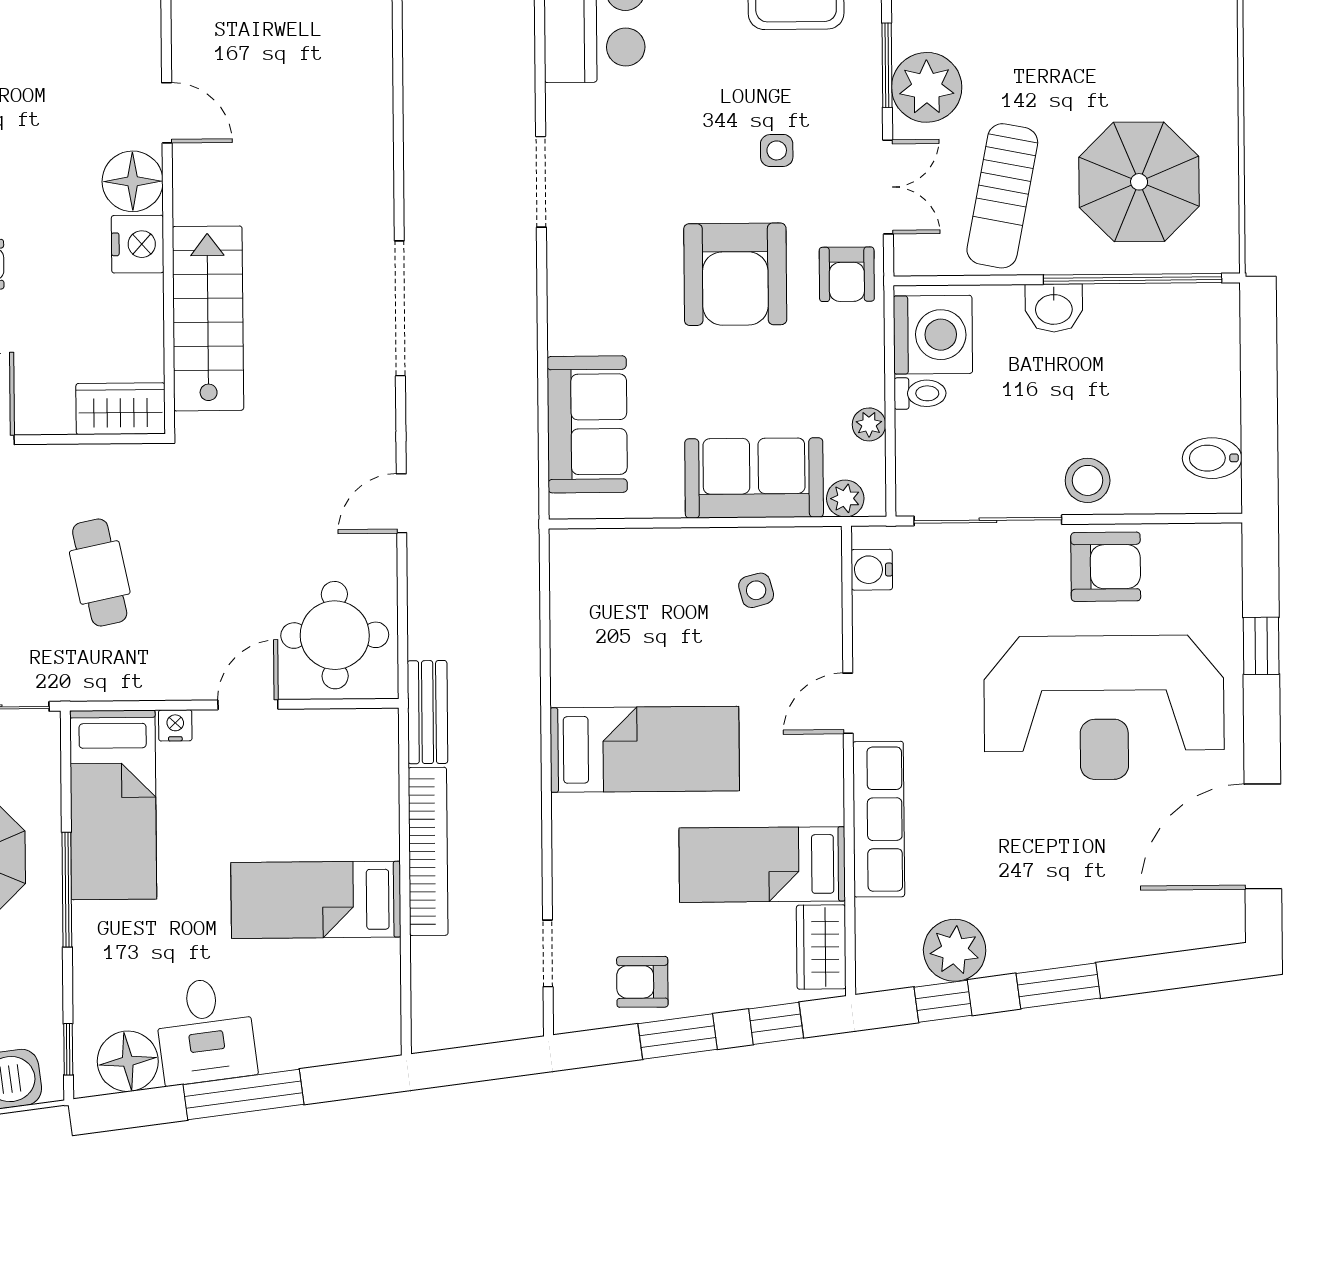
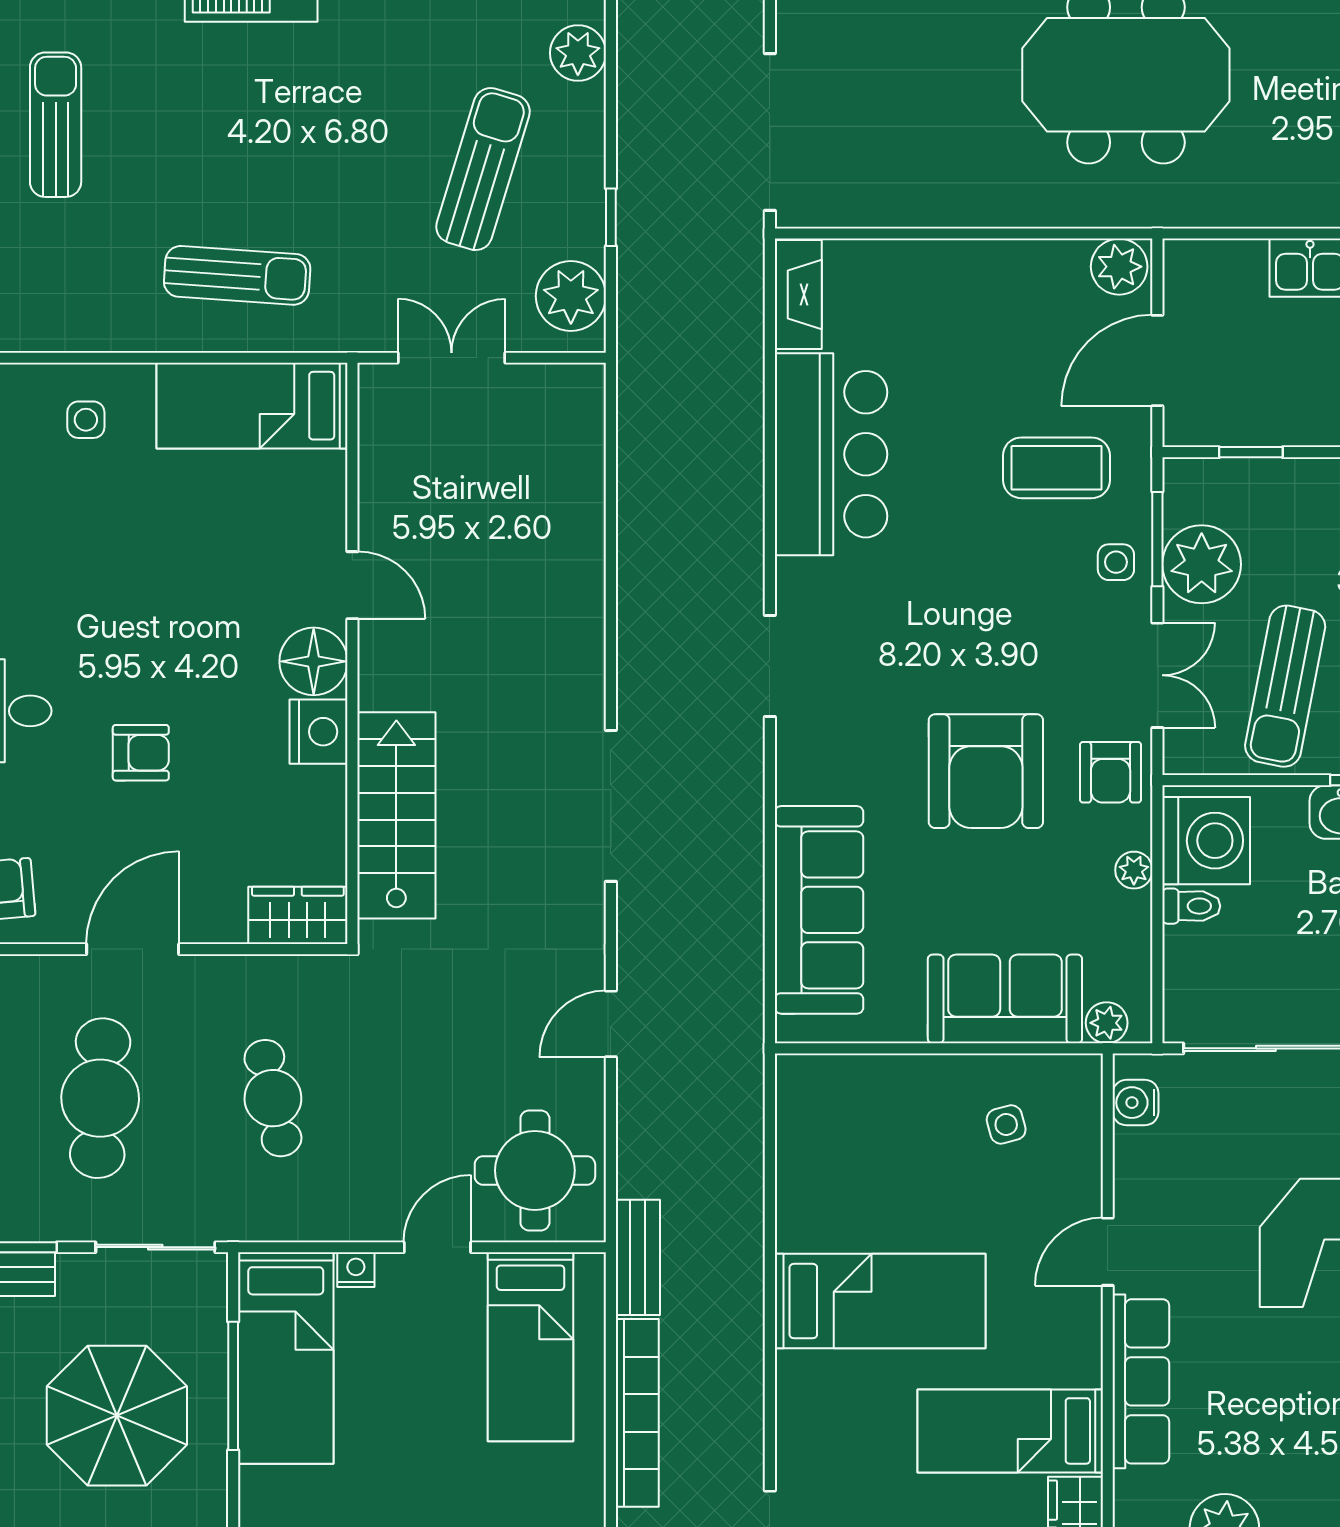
side table: (777, 150) -> (1116, 562), moved
sofa: (587, 424) -> (819, 910), width x1.36
plant: (869, 424) -> (1134, 870), moved
window: (67, 890) -> (233, 1386), moved
bed: (316, 900) -> (531, 1347), moved, turned -90

